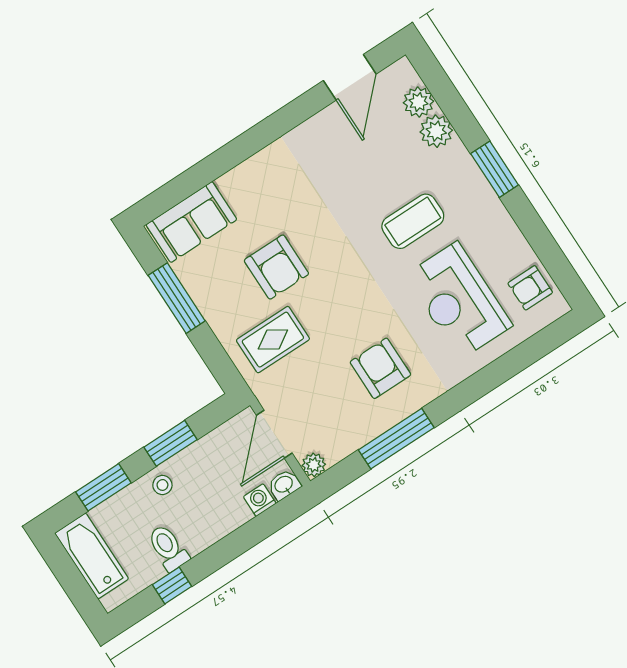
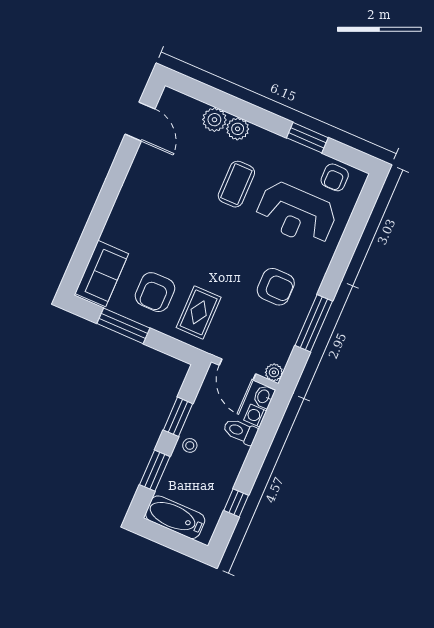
plant: (418, 102) -> (238, 129), moved
window: (495, 169) -> (307, 138), moved
armchair: (276, 267) -> (155, 292), moved, turned 90
armchair: (380, 368) -> (276, 287), turned 180
toilet: (168, 548) -> (240, 431), moved

